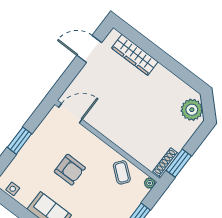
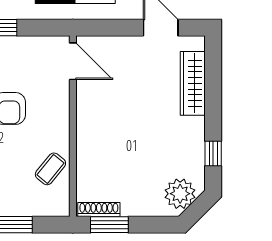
window: (183, 74) -> (213, 153), added
plant: (150, 183) -> (62, 209), removed

